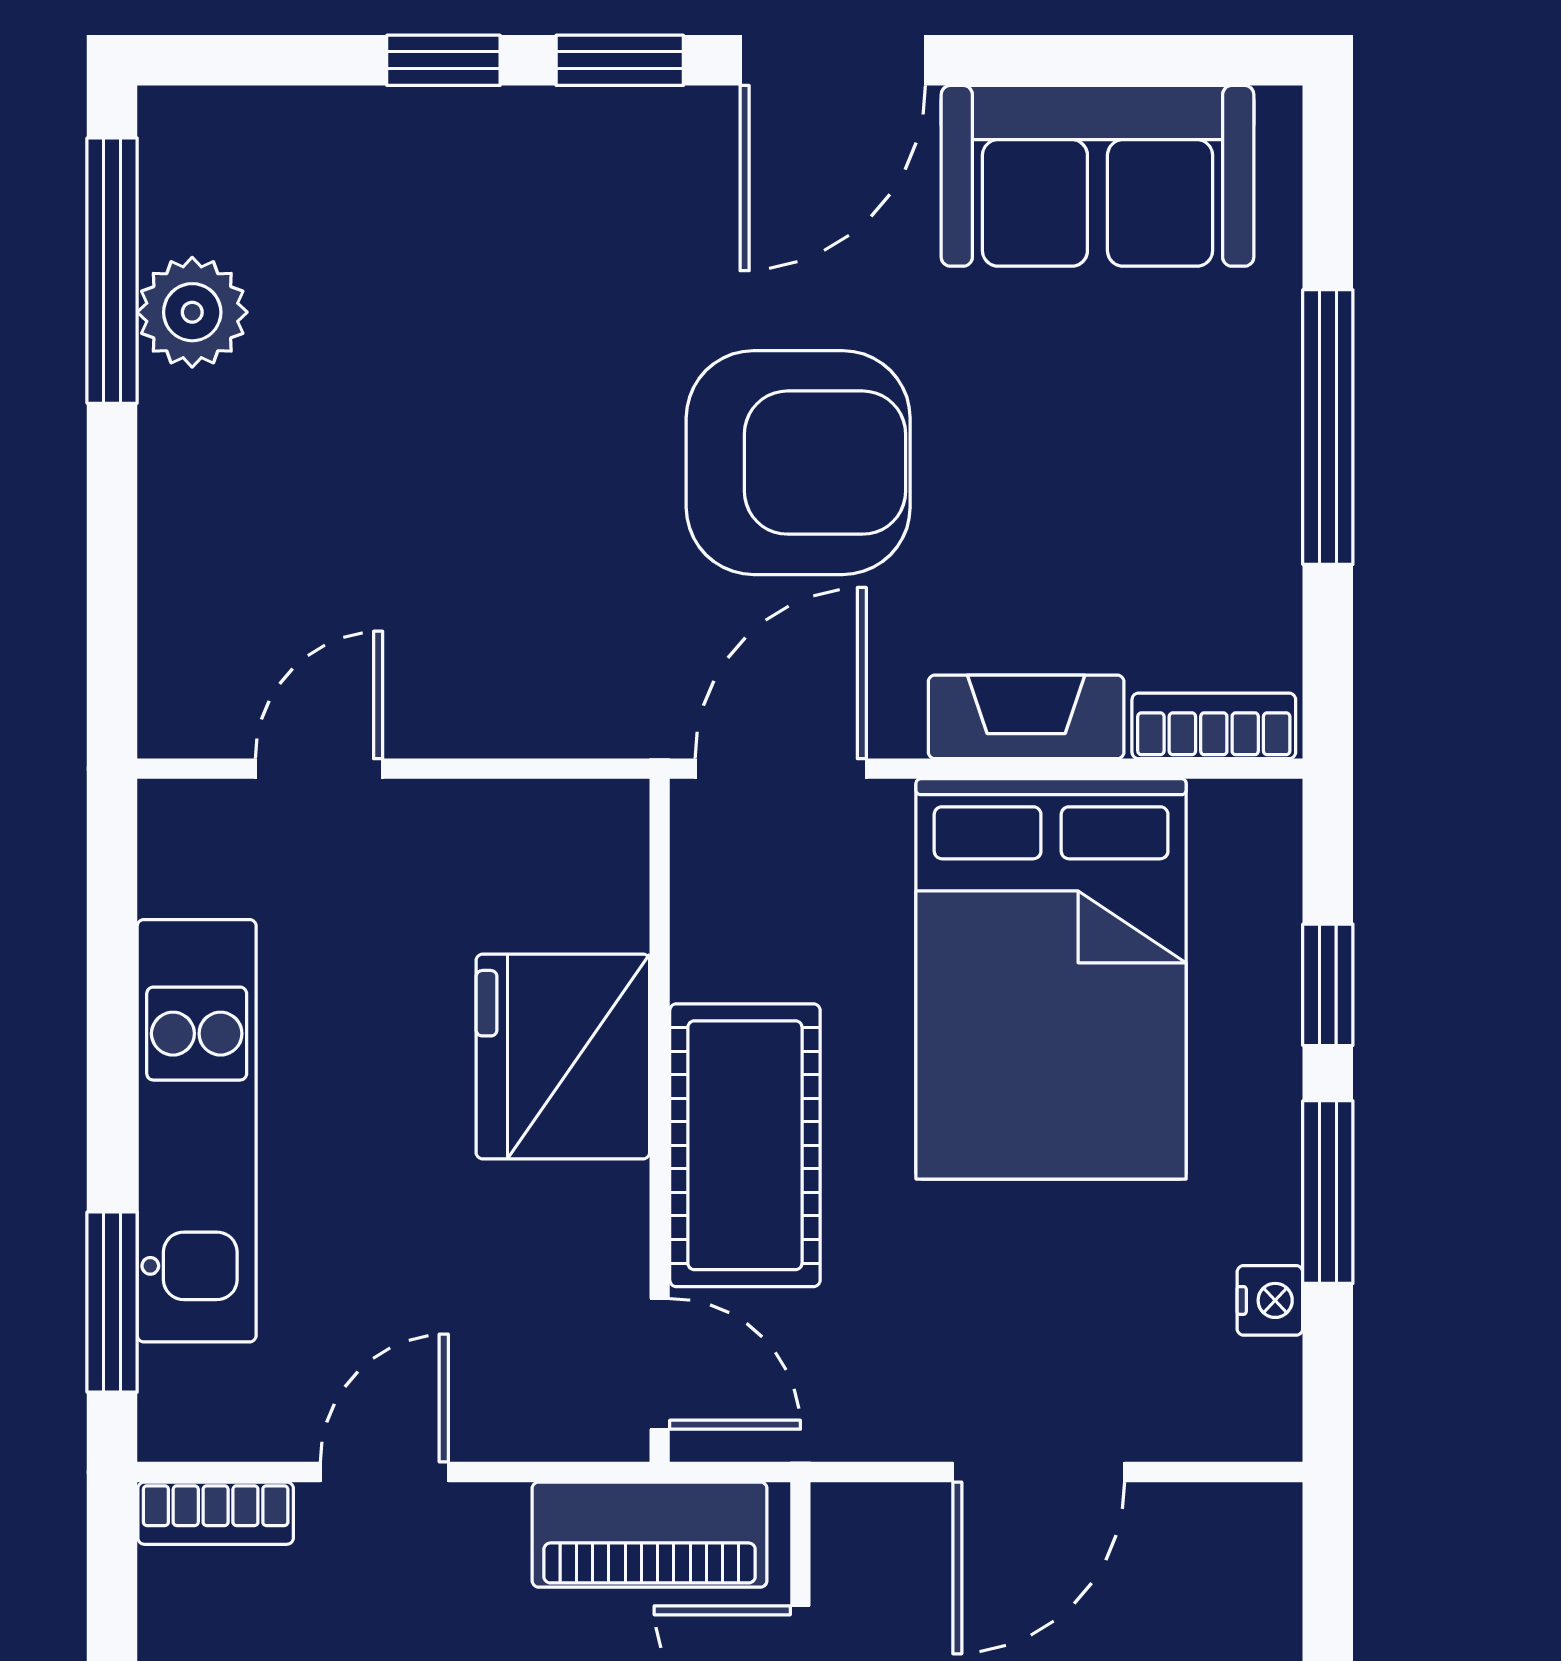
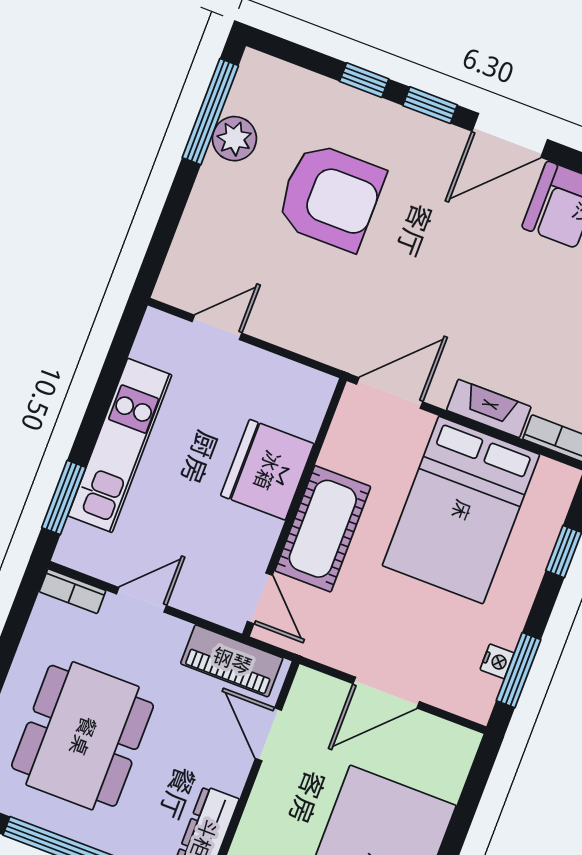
armchair: (798, 463) -> (330, 197), moved
window: (1328, 1192) -> (519, 670), moved

